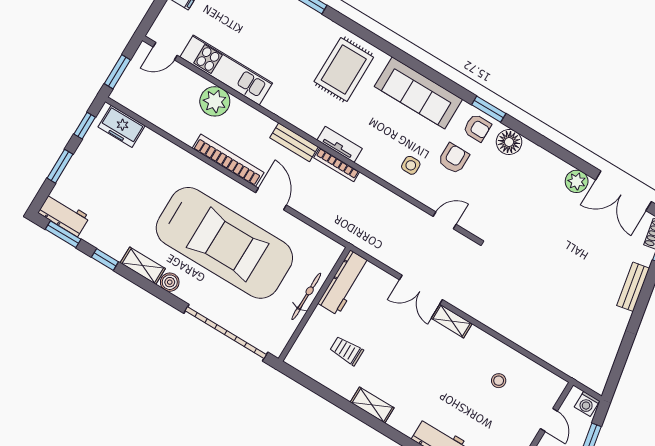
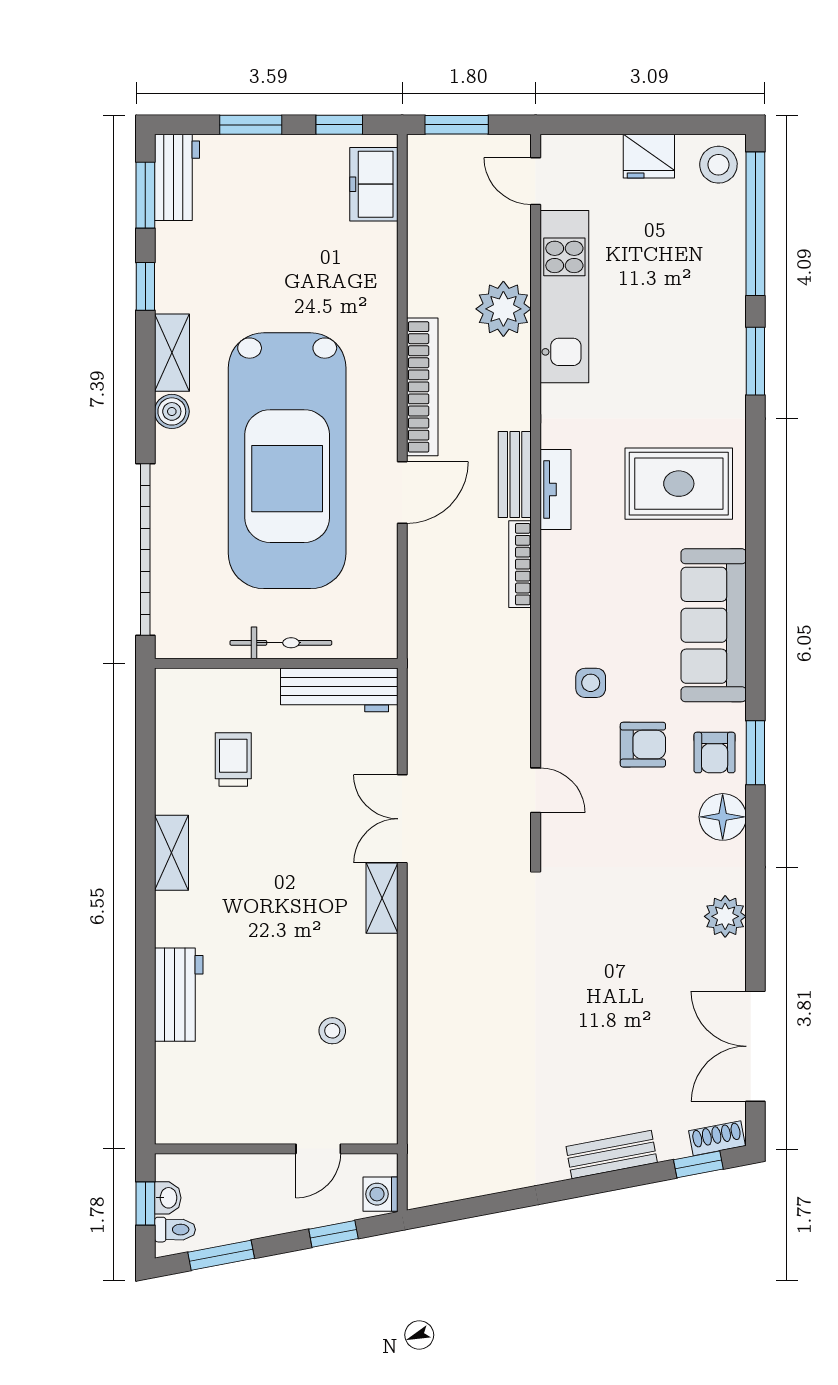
tv unit: (340, 144) -> (555, 490), moved
plant: (577, 181) -> (725, 916), moved

